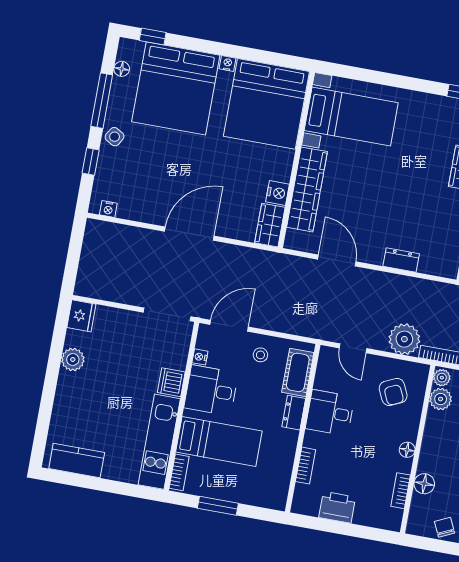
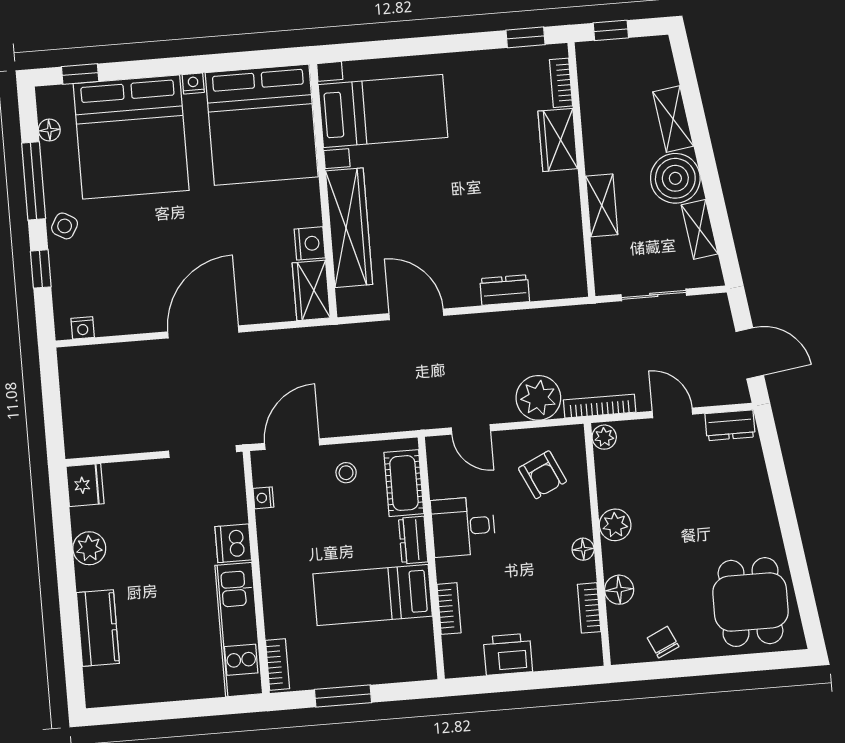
desk: (211, 390) -> (291, 540), removed
plant: (441, 399) -> (615, 525), moved
bed: (219, 442) -> (373, 595), moved, turned 180
kitchen counter: (77, 460) -> (98, 628), moved, turned 90

